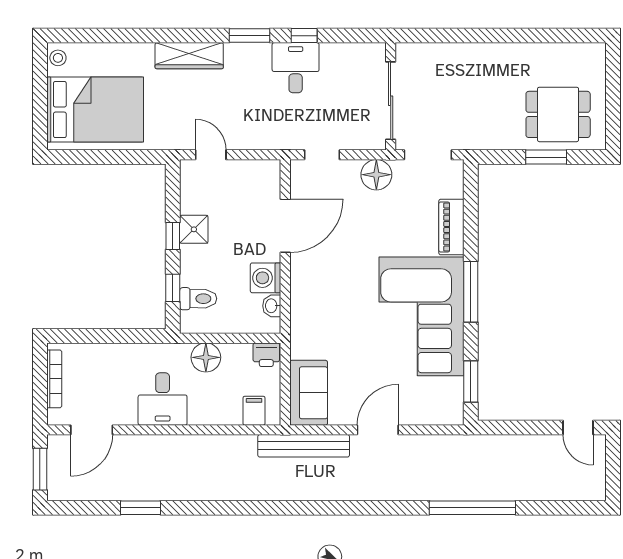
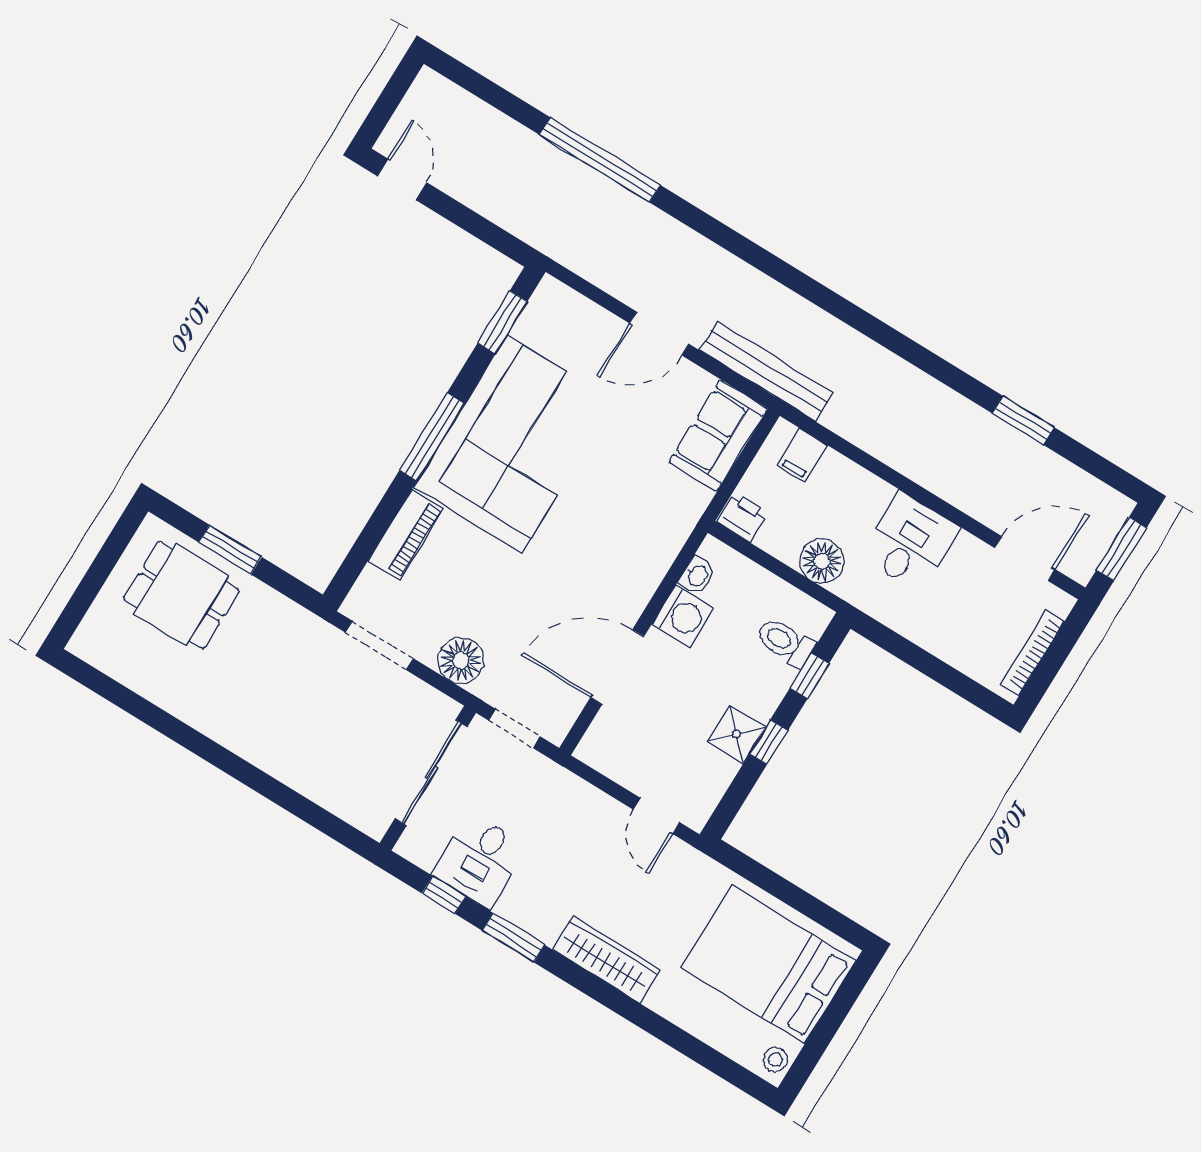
wall: (391, 96) -> (428, 778), moved
sliding door: (391, 101) -> (431, 773), moved

